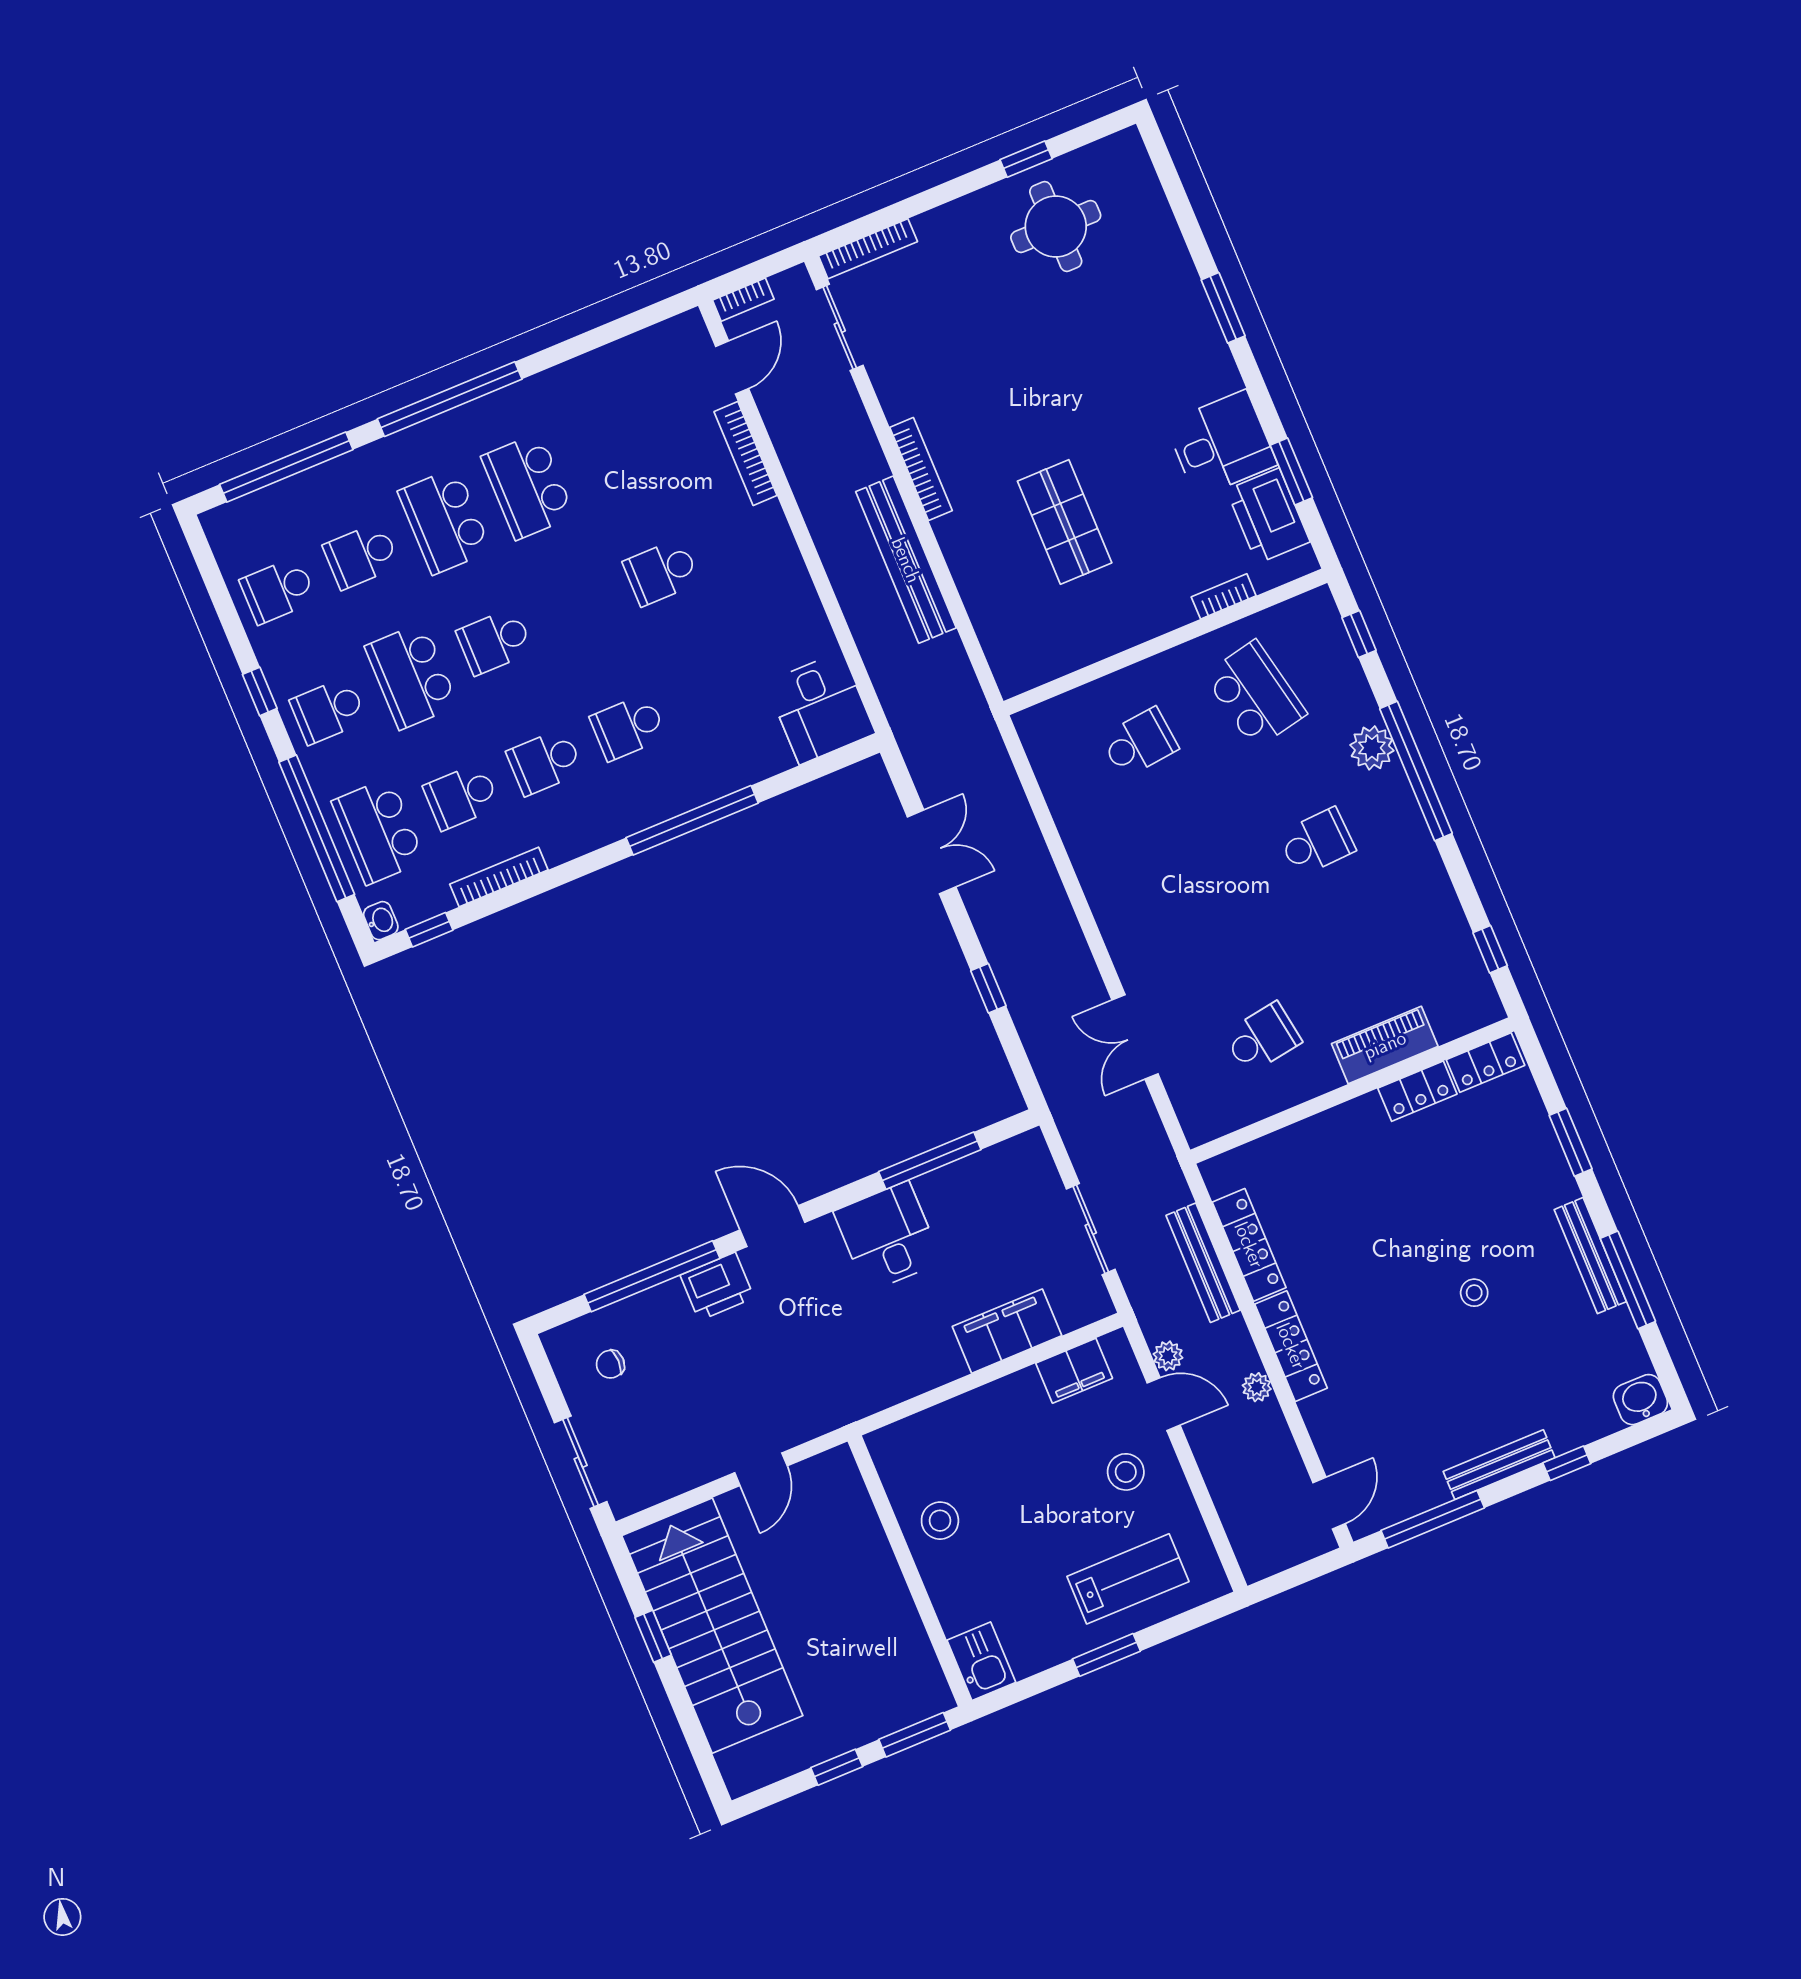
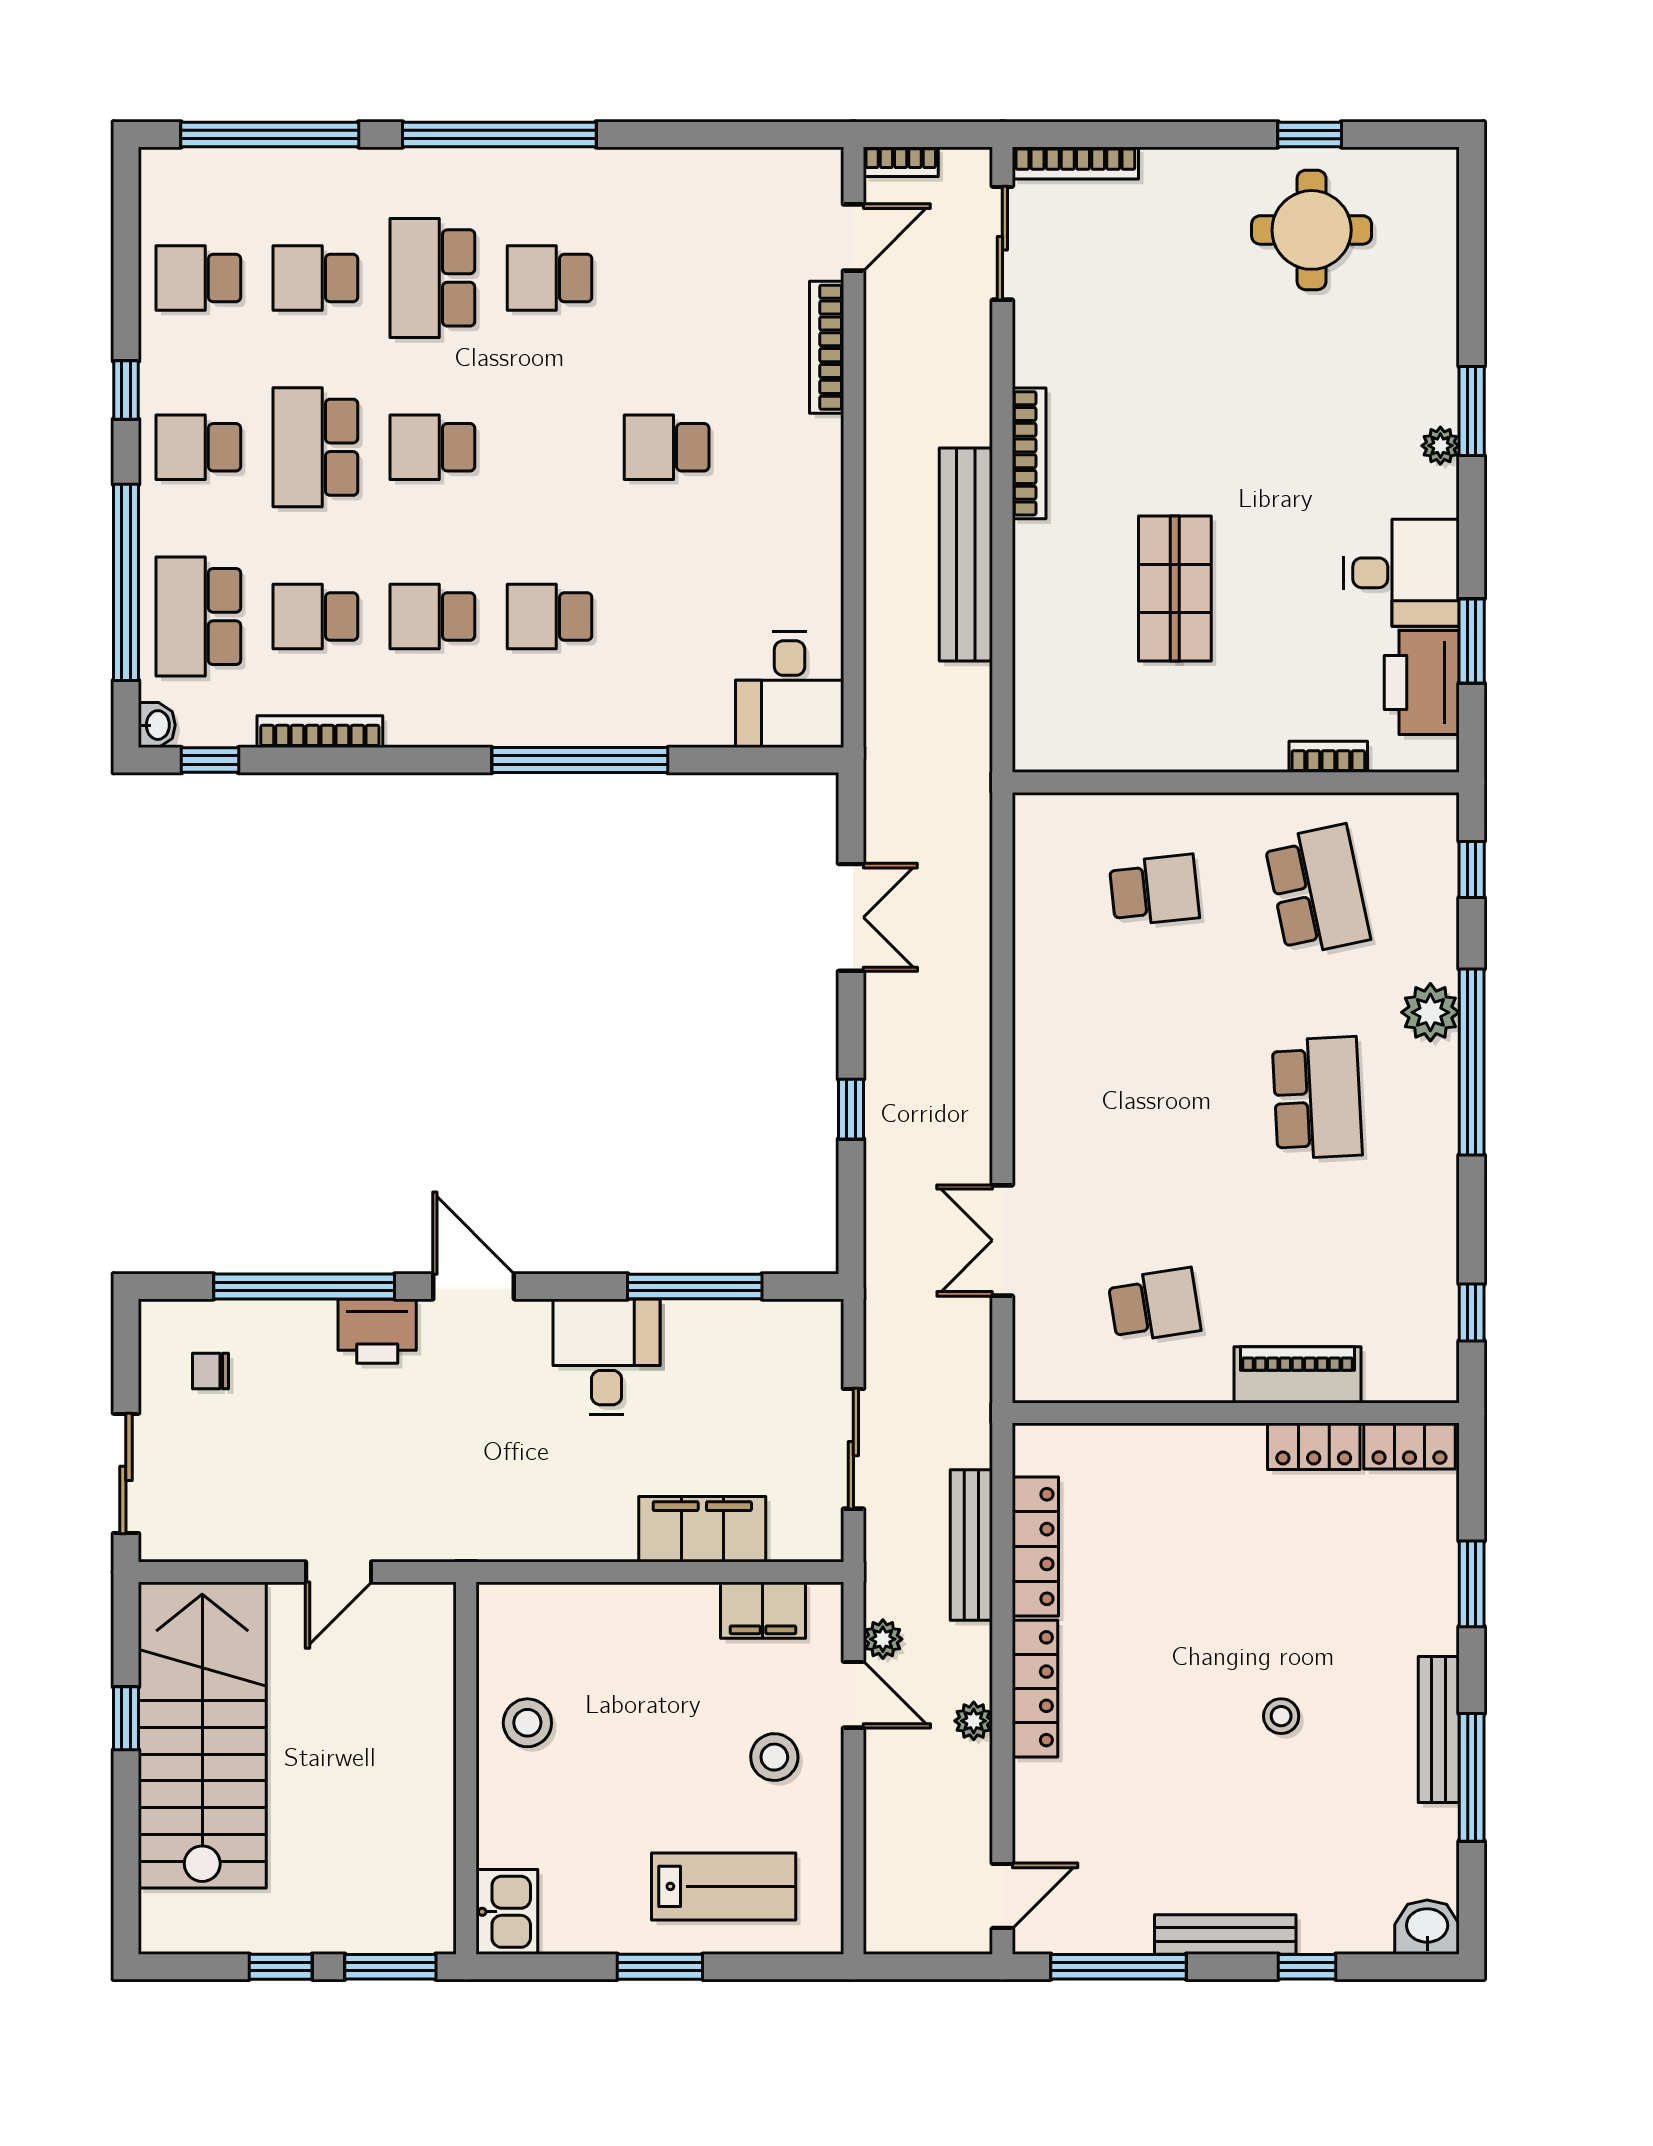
plant: (1211, 342) -> (1440, 446), added
school desk: (528, 486) -> (549, 278), width x0.54
school desk: (1317, 842) -> (1317, 1098), width x1.85

